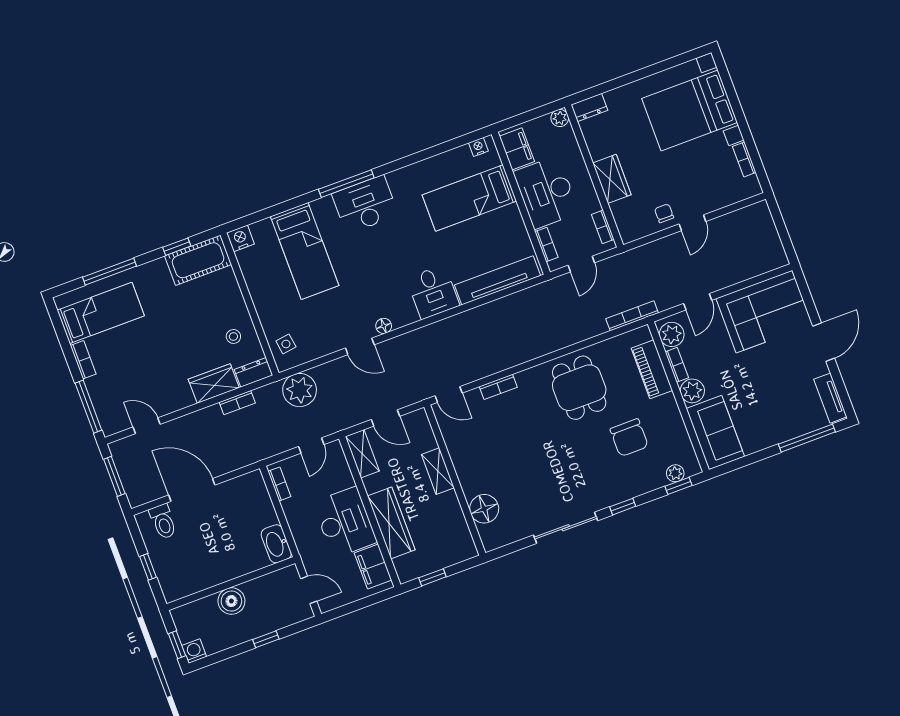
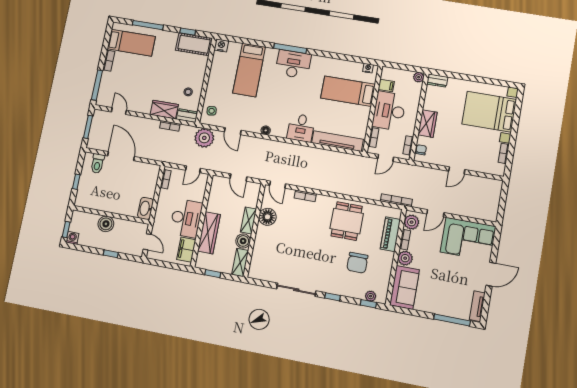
filing cabinet: (517, 149) -> (386, 85), width x0.50
chair: (664, 213) -> (421, 150), moved
door: (360, 346) -> (233, 131), moved
shelving: (362, 454) -> (240, 263), moved
boiler: (448, 505) -> (243, 241), added
floor lamp: (484, 509) -> (267, 217), moved

